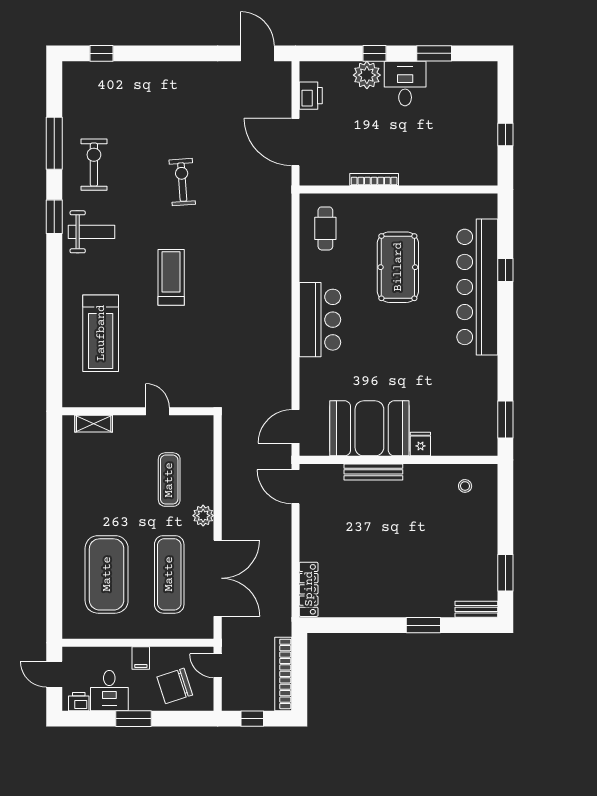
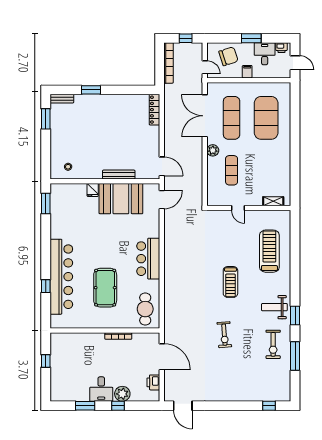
cafe table: (325, 228) -> (145, 309), width x1.37, depth x1.35

